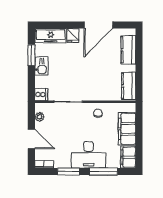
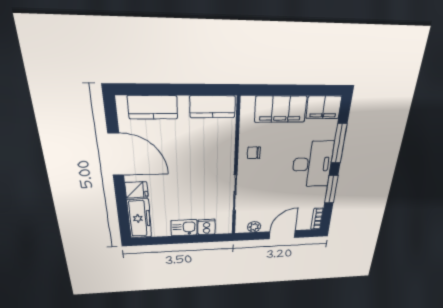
window: (31, 55) -> (169, 240), removed
cooker: (41, 95) -> (207, 227), moved

